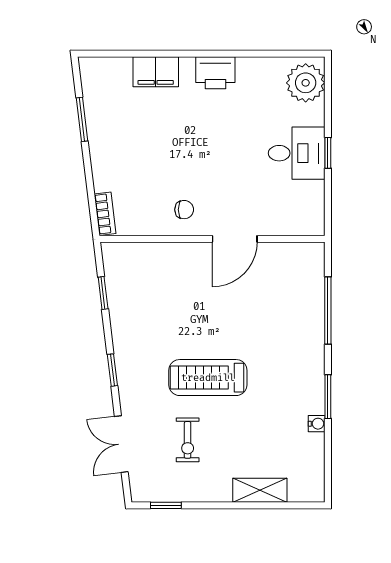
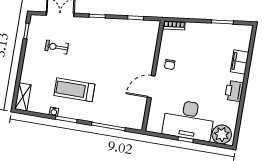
desk: (297, 153) -> (189, 120), width x1.87, depth x1.30
door: (235, 239) -> (151, 87), hinge flipped
treadmill: (208, 378) -> (74, 90), moved, turned -90
shelving: (260, 490) -> (23, 97), moved

